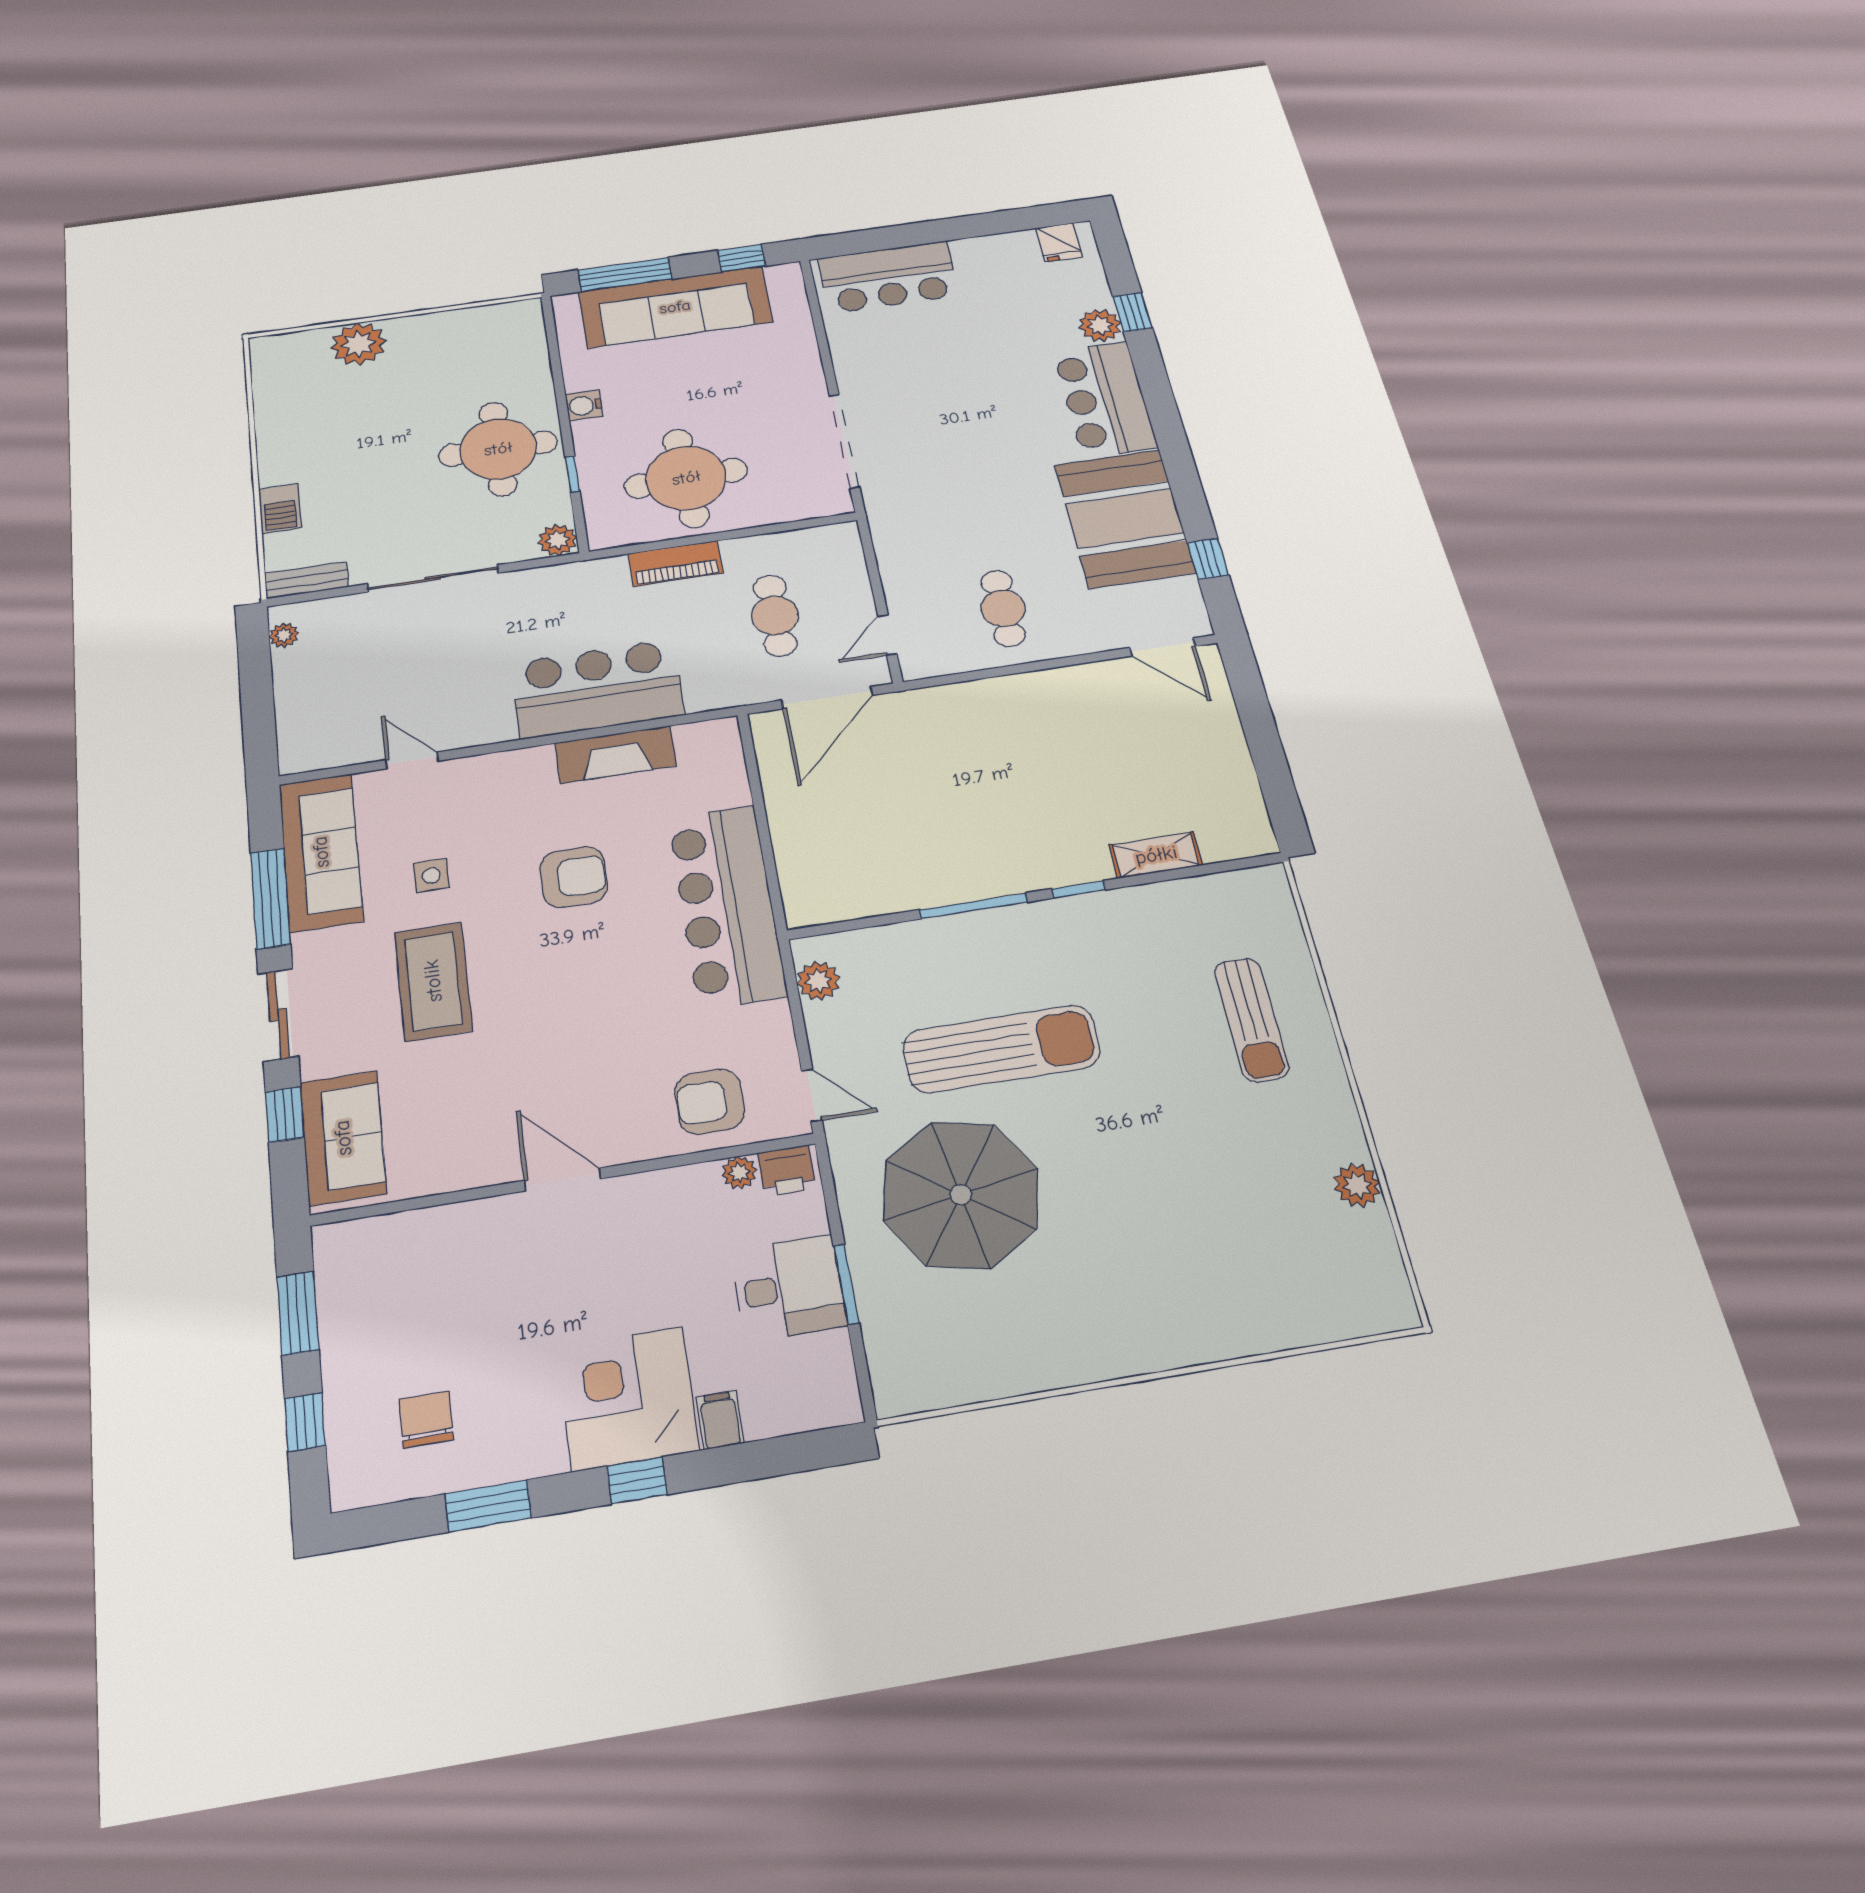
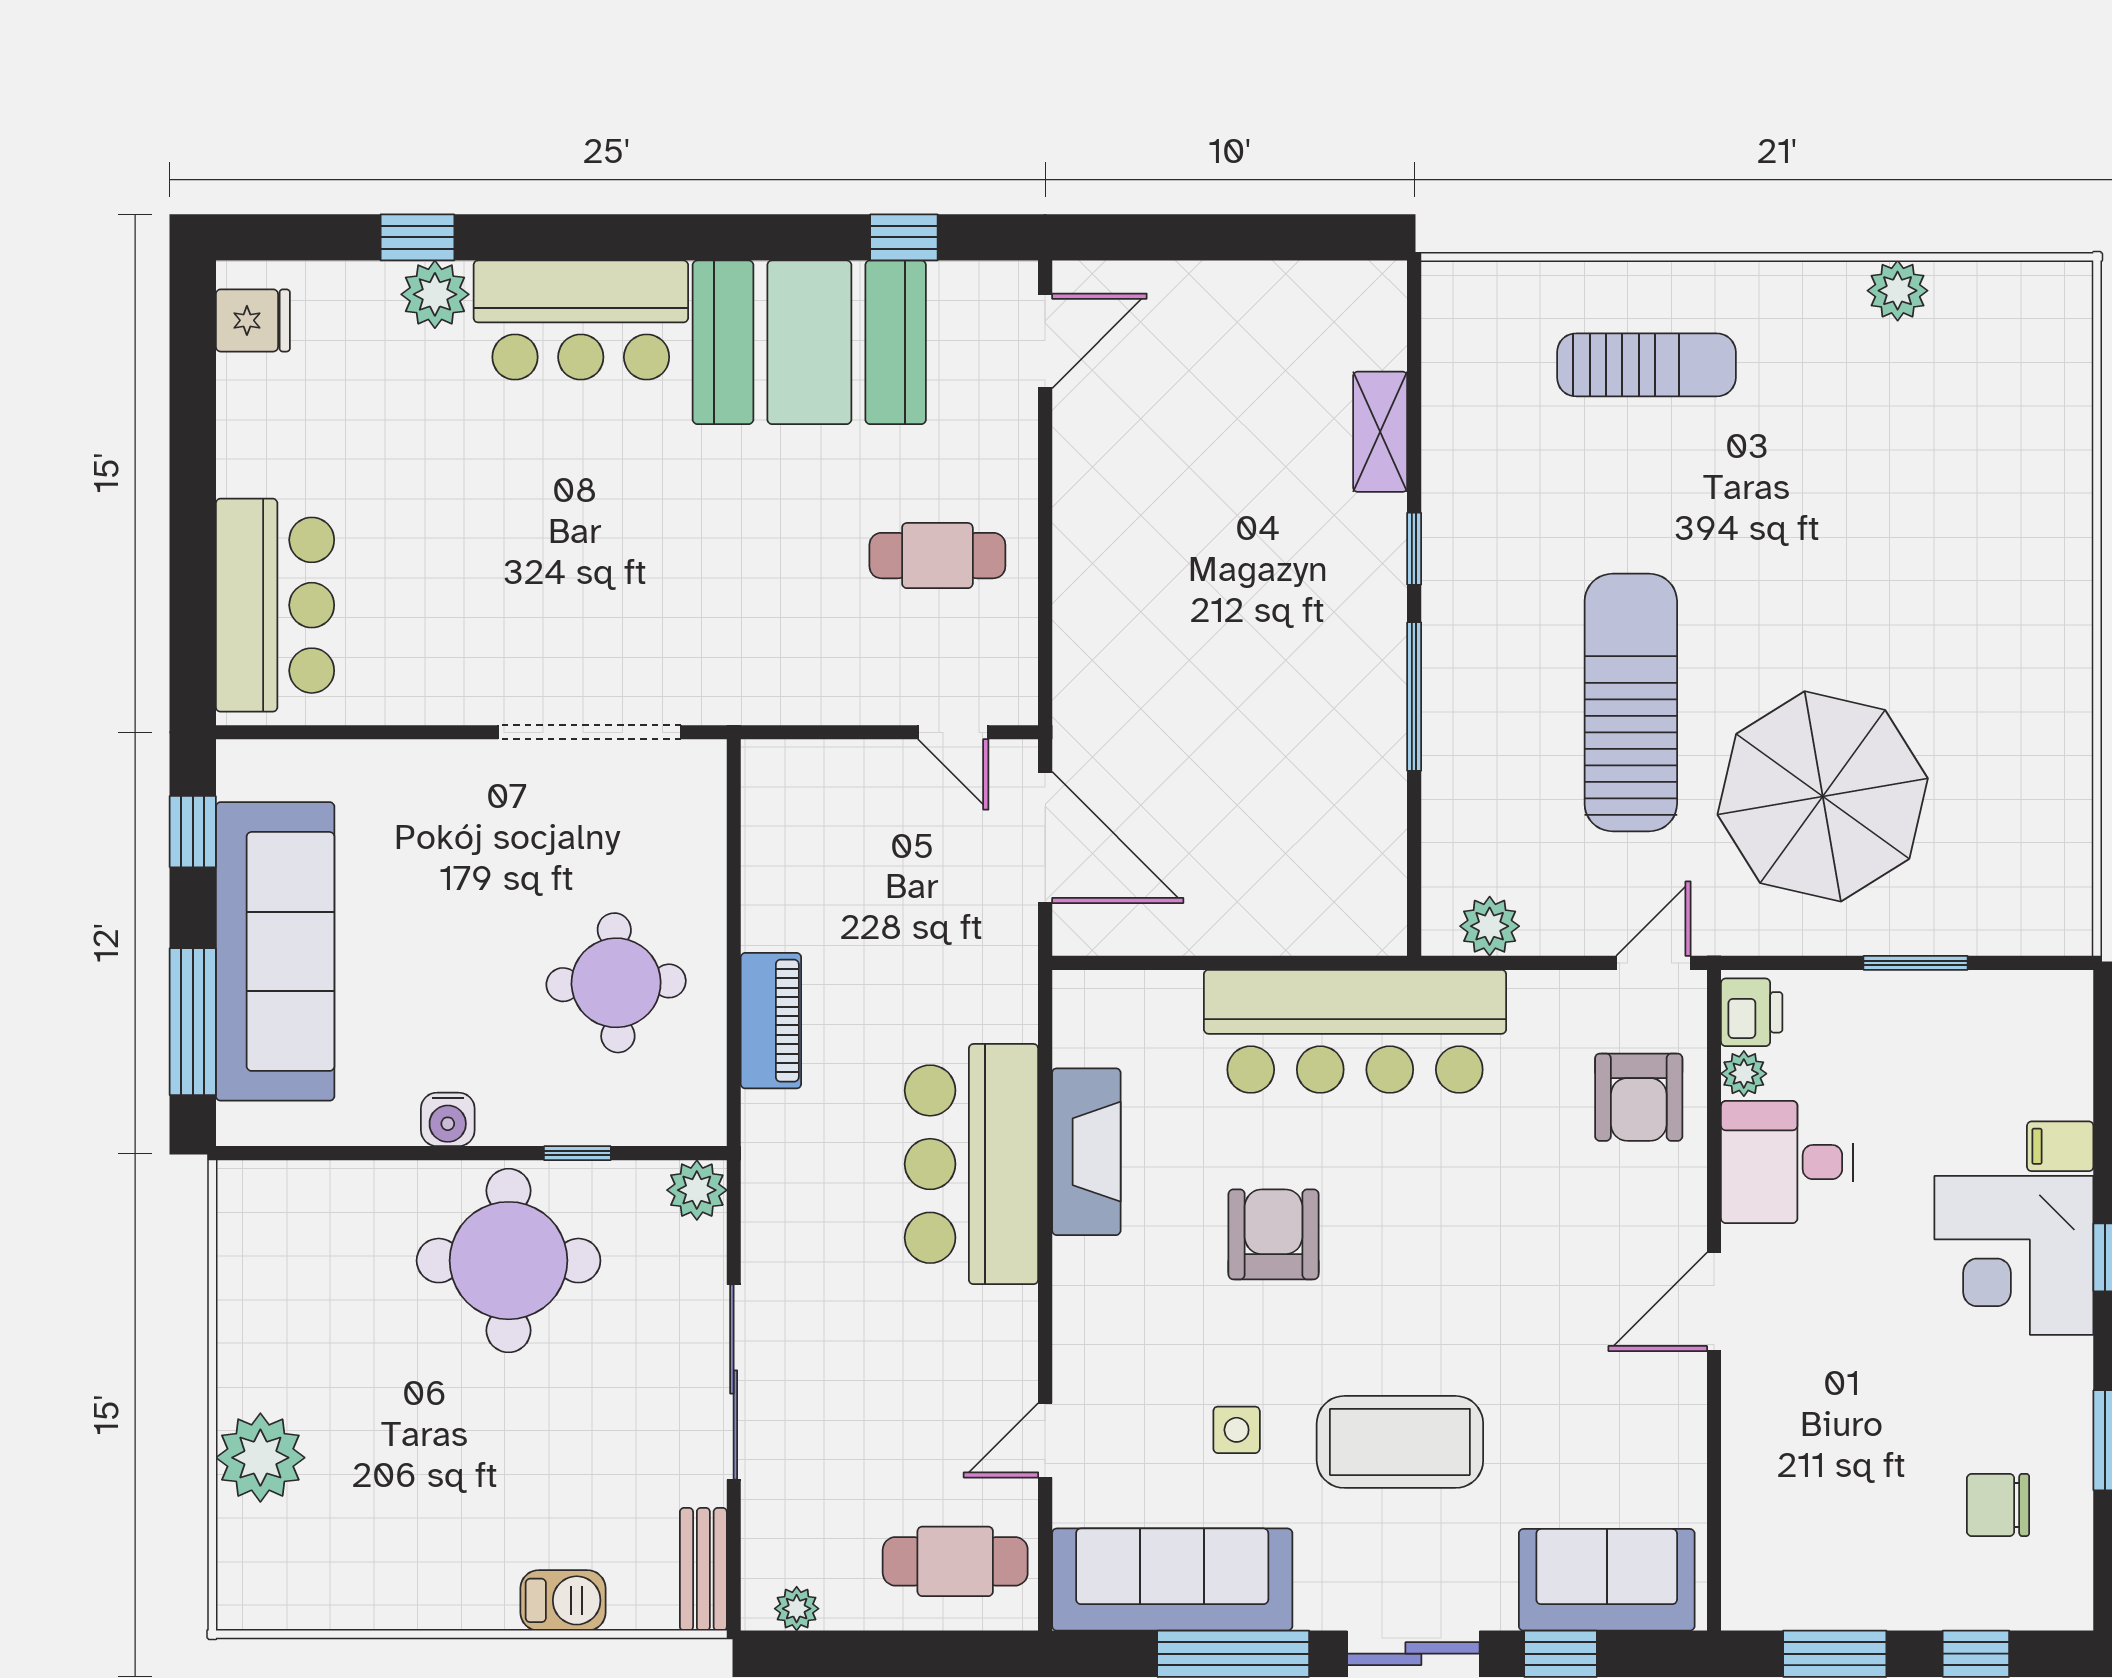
round table: (686, 478) -> (616, 983), width x0.73, depth x0.73
cafe table: (775, 616) -> (955, 1561), moved
desk: (789, 1288) -> (1787, 1162), moved, turned -90

